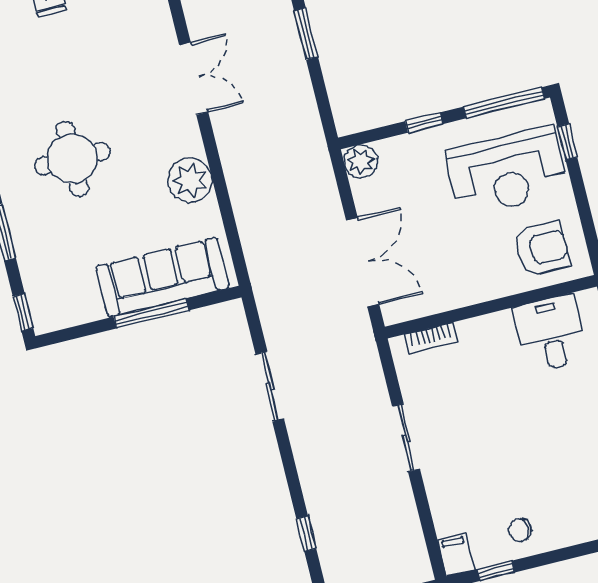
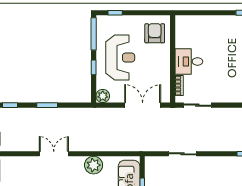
reception desk: (507, 172) -> (120, 58), moved
desk: (551, 333) -> (189, 61), moved
sliding door: (406, 438) -> (197, 105), moved

